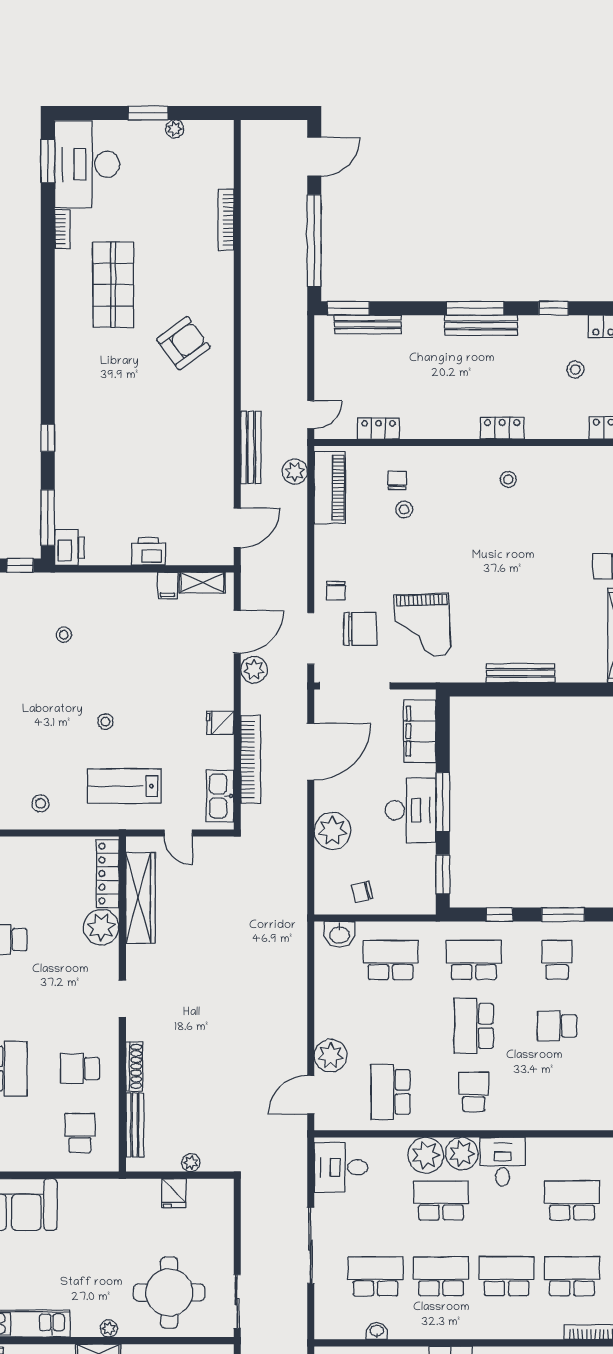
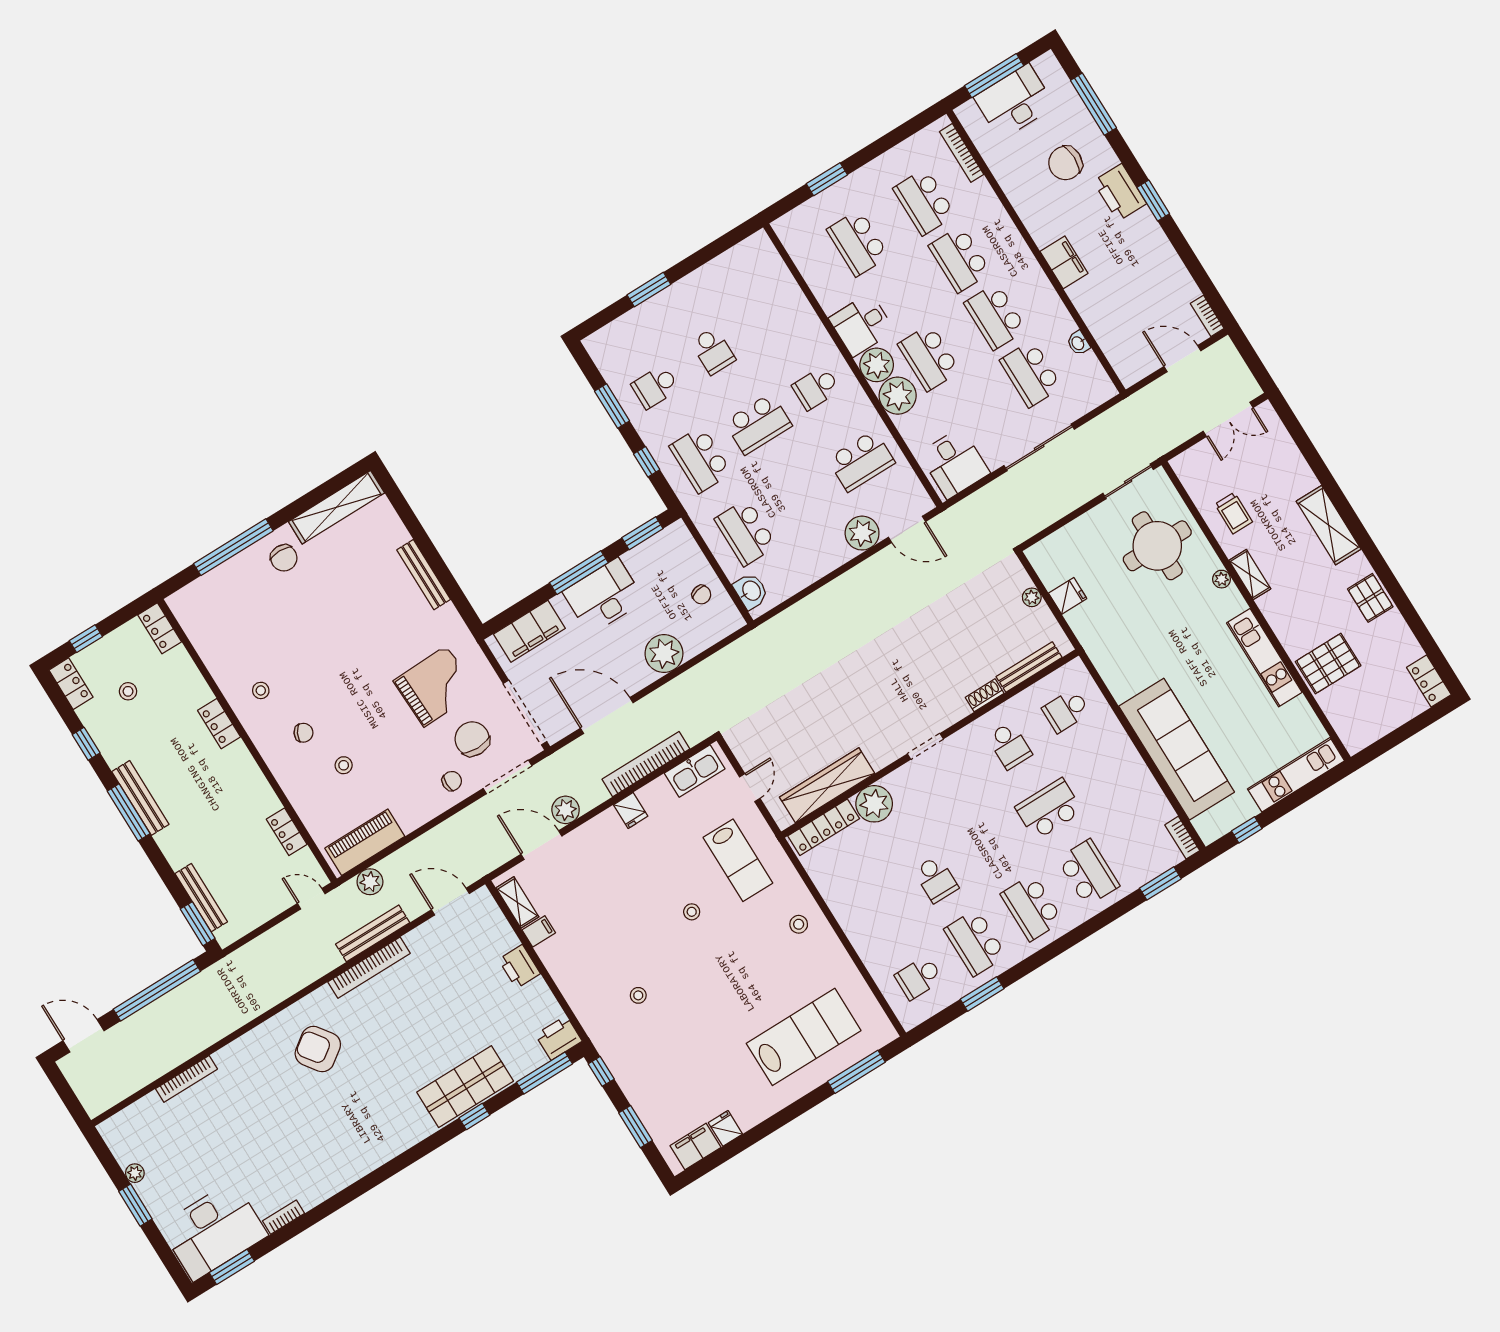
shop shelf: (113, 285) -> (465, 1087), moved
bookcase: (224, 427) -> (369, 968), added
chair: (397, 480) -> (303, 733), moved, turned -152
shoe rack: (134, 1066) -> (985, 695), width x0.70

